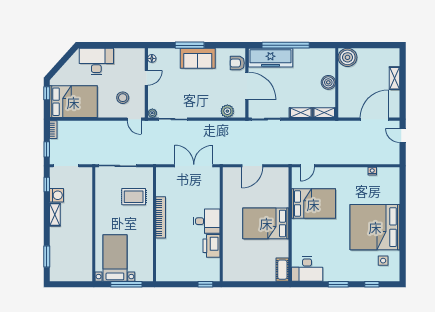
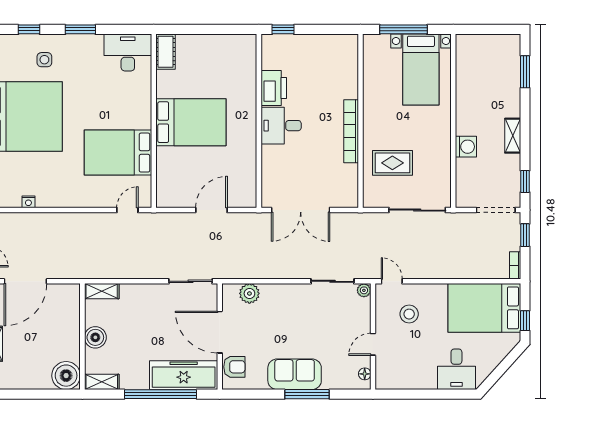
desk: (96, 61) -> (456, 369), width x0.73
shelving: (301, 113) -> (102, 382), moved
washing machine: (57, 195) -> (466, 147), moved, turned 180
side table: (383, 261) -> (44, 60), moved

